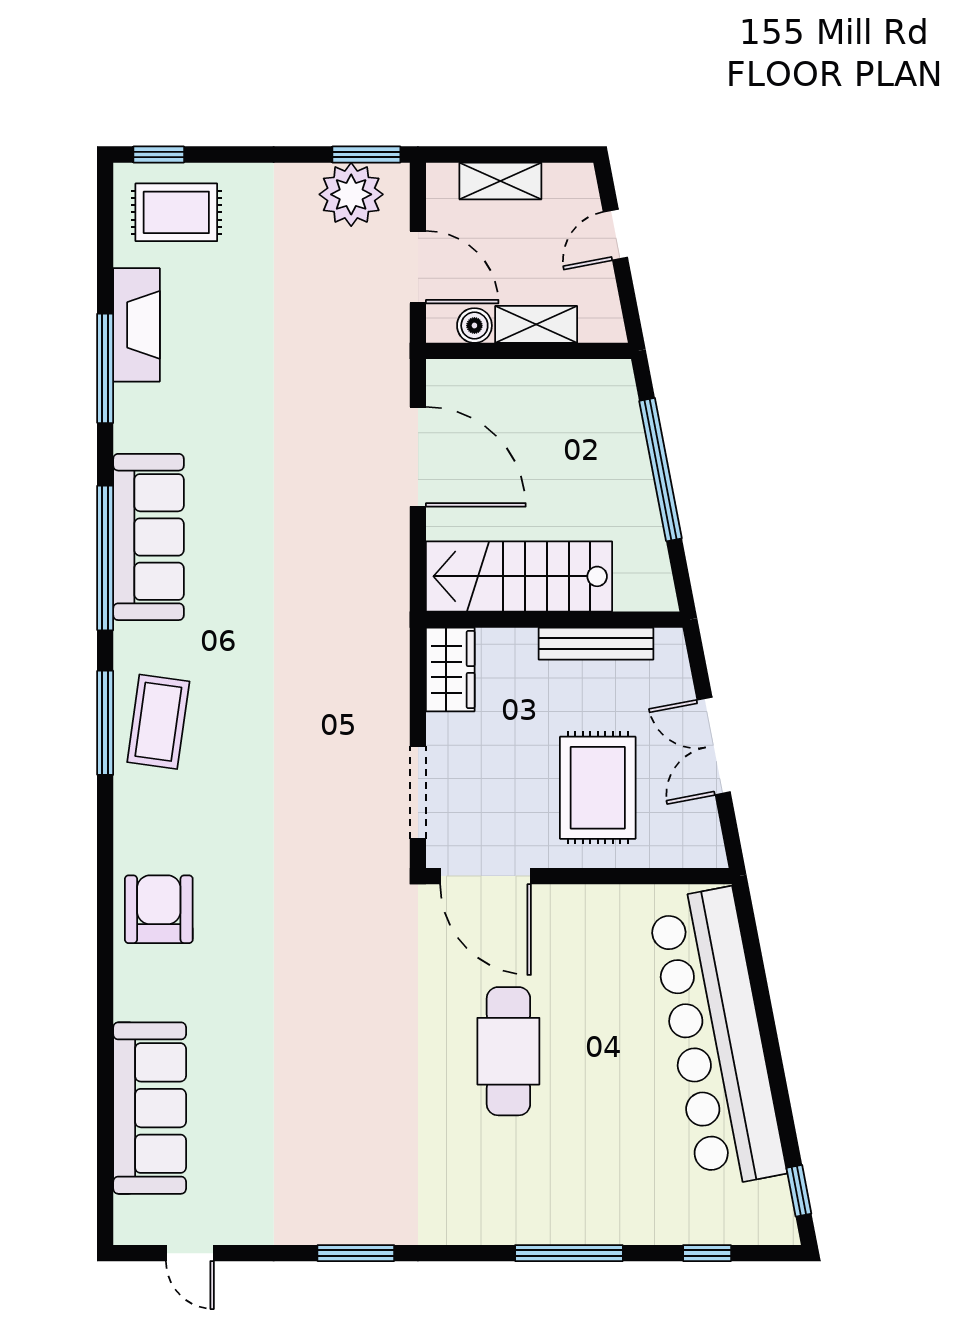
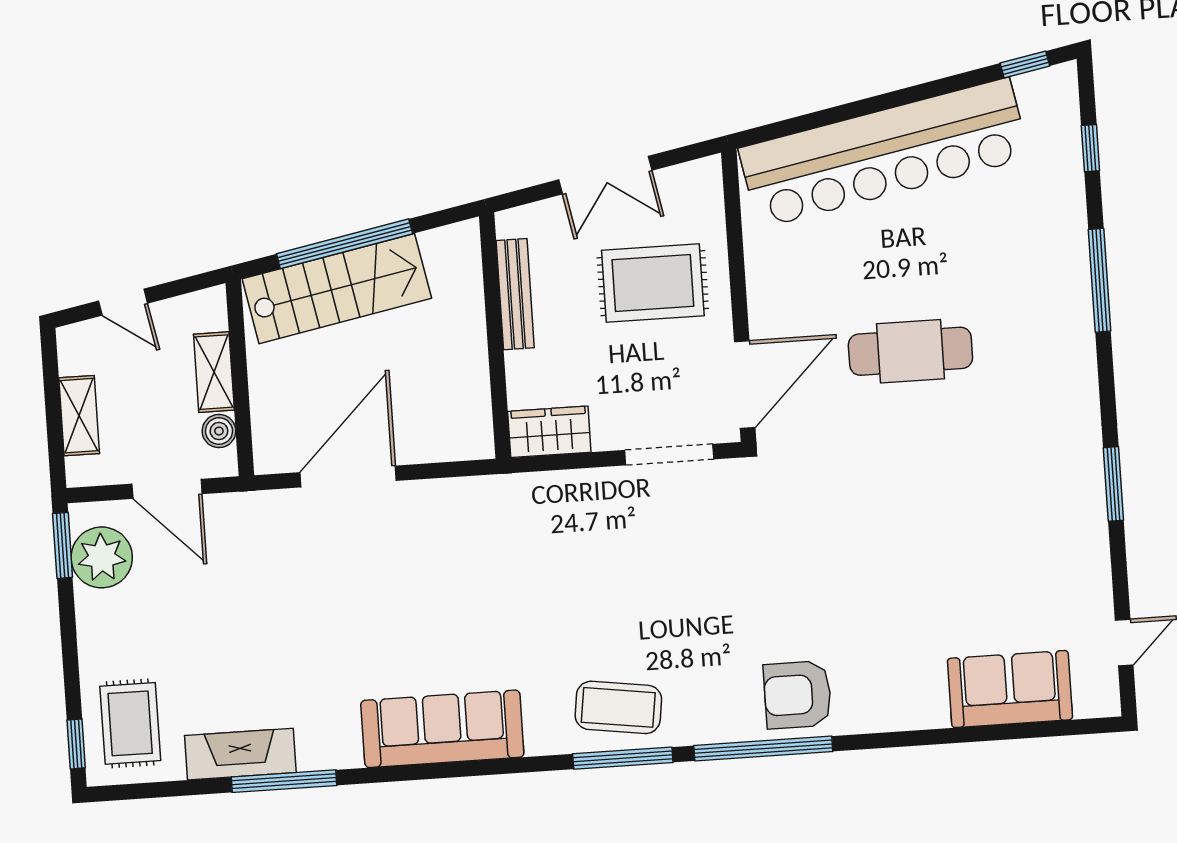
door: (418, 267) -> (167, 489), swing flipped
window: (105, 558) -> (763, 749), moved
stairs: (519, 576) -> (337, 289), moved, turned -101
sofa: (150, 1108) -> (1010, 689), width x0.73

